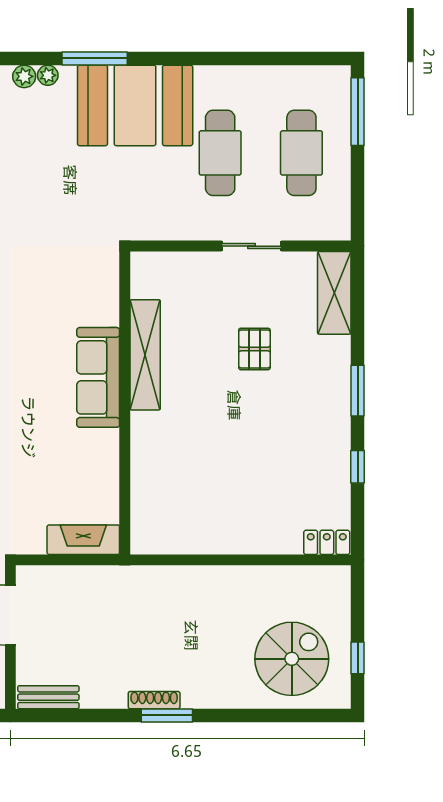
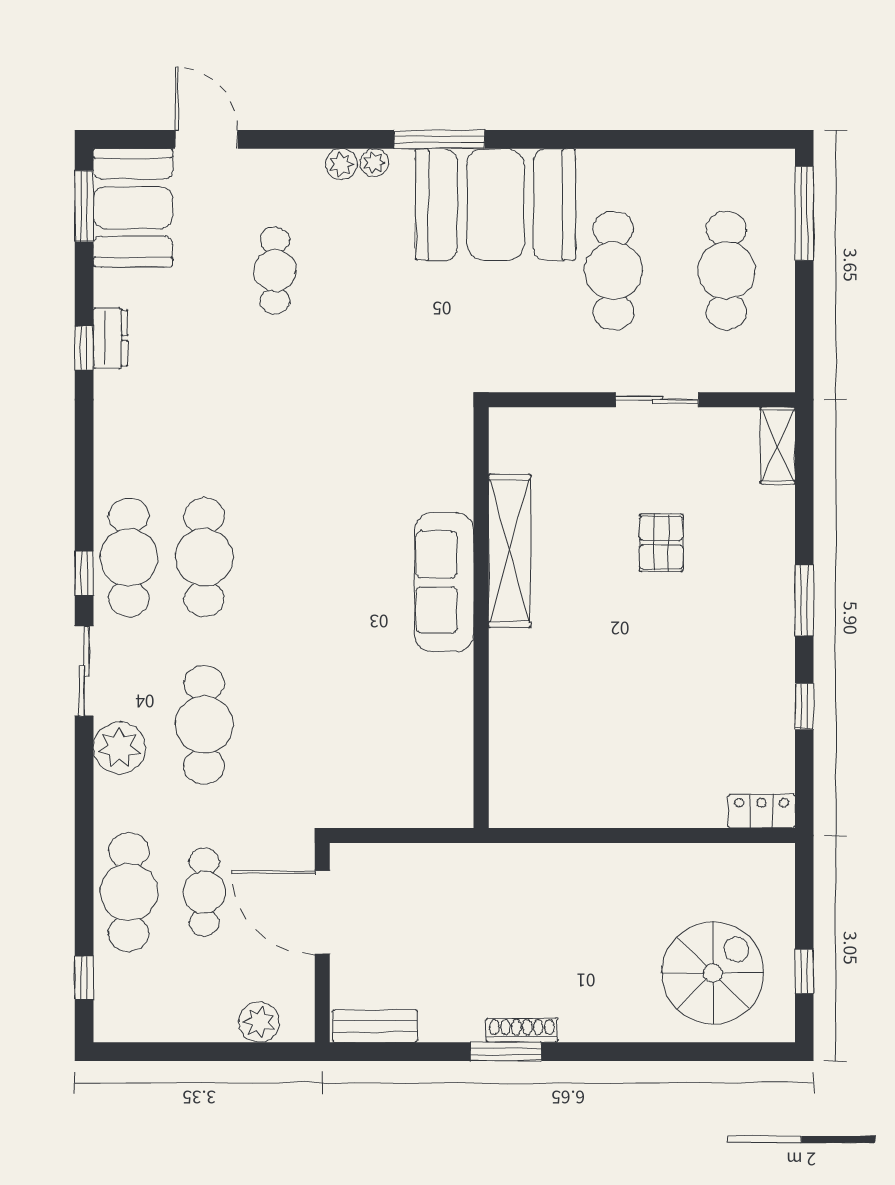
shelving: (334, 293) -> (778, 446), width x0.67, depth x0.75
fireplace: (83, 540) -> (424, 807), removed
window: (167, 715) -> (506, 1052), moved

